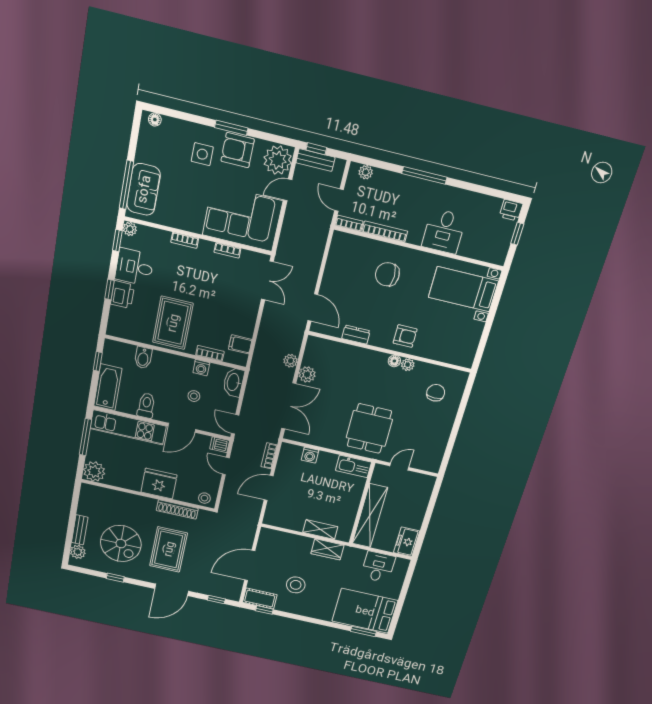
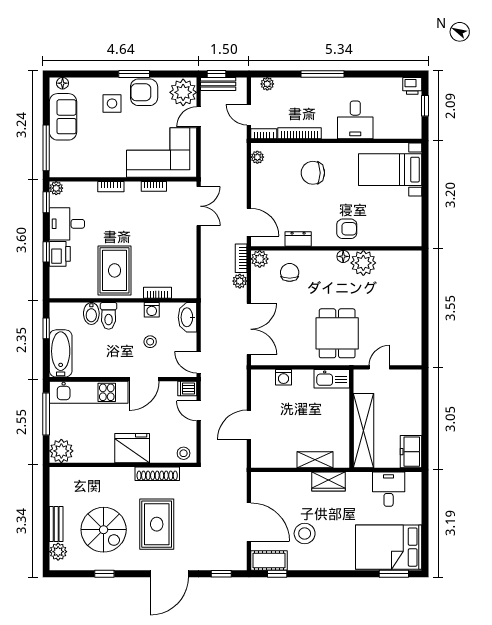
sofa: (144, 189) -> (63, 117), moved
plant: (337, 246) -> (257, 157), added
filing cabinet: (240, 344) -> (186, 276), removed
plant: (408, 365) -> (363, 263), width x1.87, depth x1.87
plant: (307, 374) -> (260, 259), moved
chair: (436, 393) -> (290, 272), moved
toilet: (146, 406) -> (109, 316), moved, turned 180
bookcase: (269, 456) -> (241, 258), moved
door: (250, 566) -> (249, 522), swing flipped

